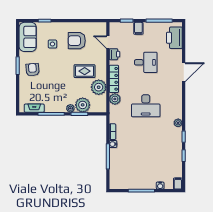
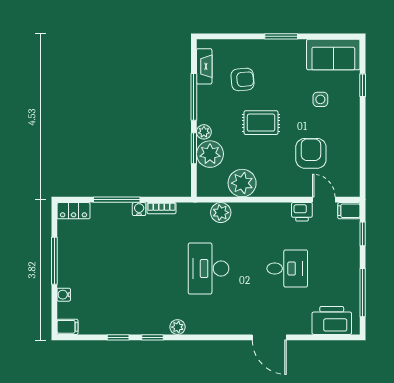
filing cabinet: (138, 28) -> (349, 211), moved
armchair: (77, 41) -> (311, 153), moved
door: (108, 42) -> (324, 200), hinge flipped
desk: (146, 62) -> (287, 268), turned -90
armchair: (32, 70) -> (243, 79), moved
rug: (85, 71) -> (261, 123), moved, turned 90
locker: (114, 79) -> (74, 211), moved, width x0.66

